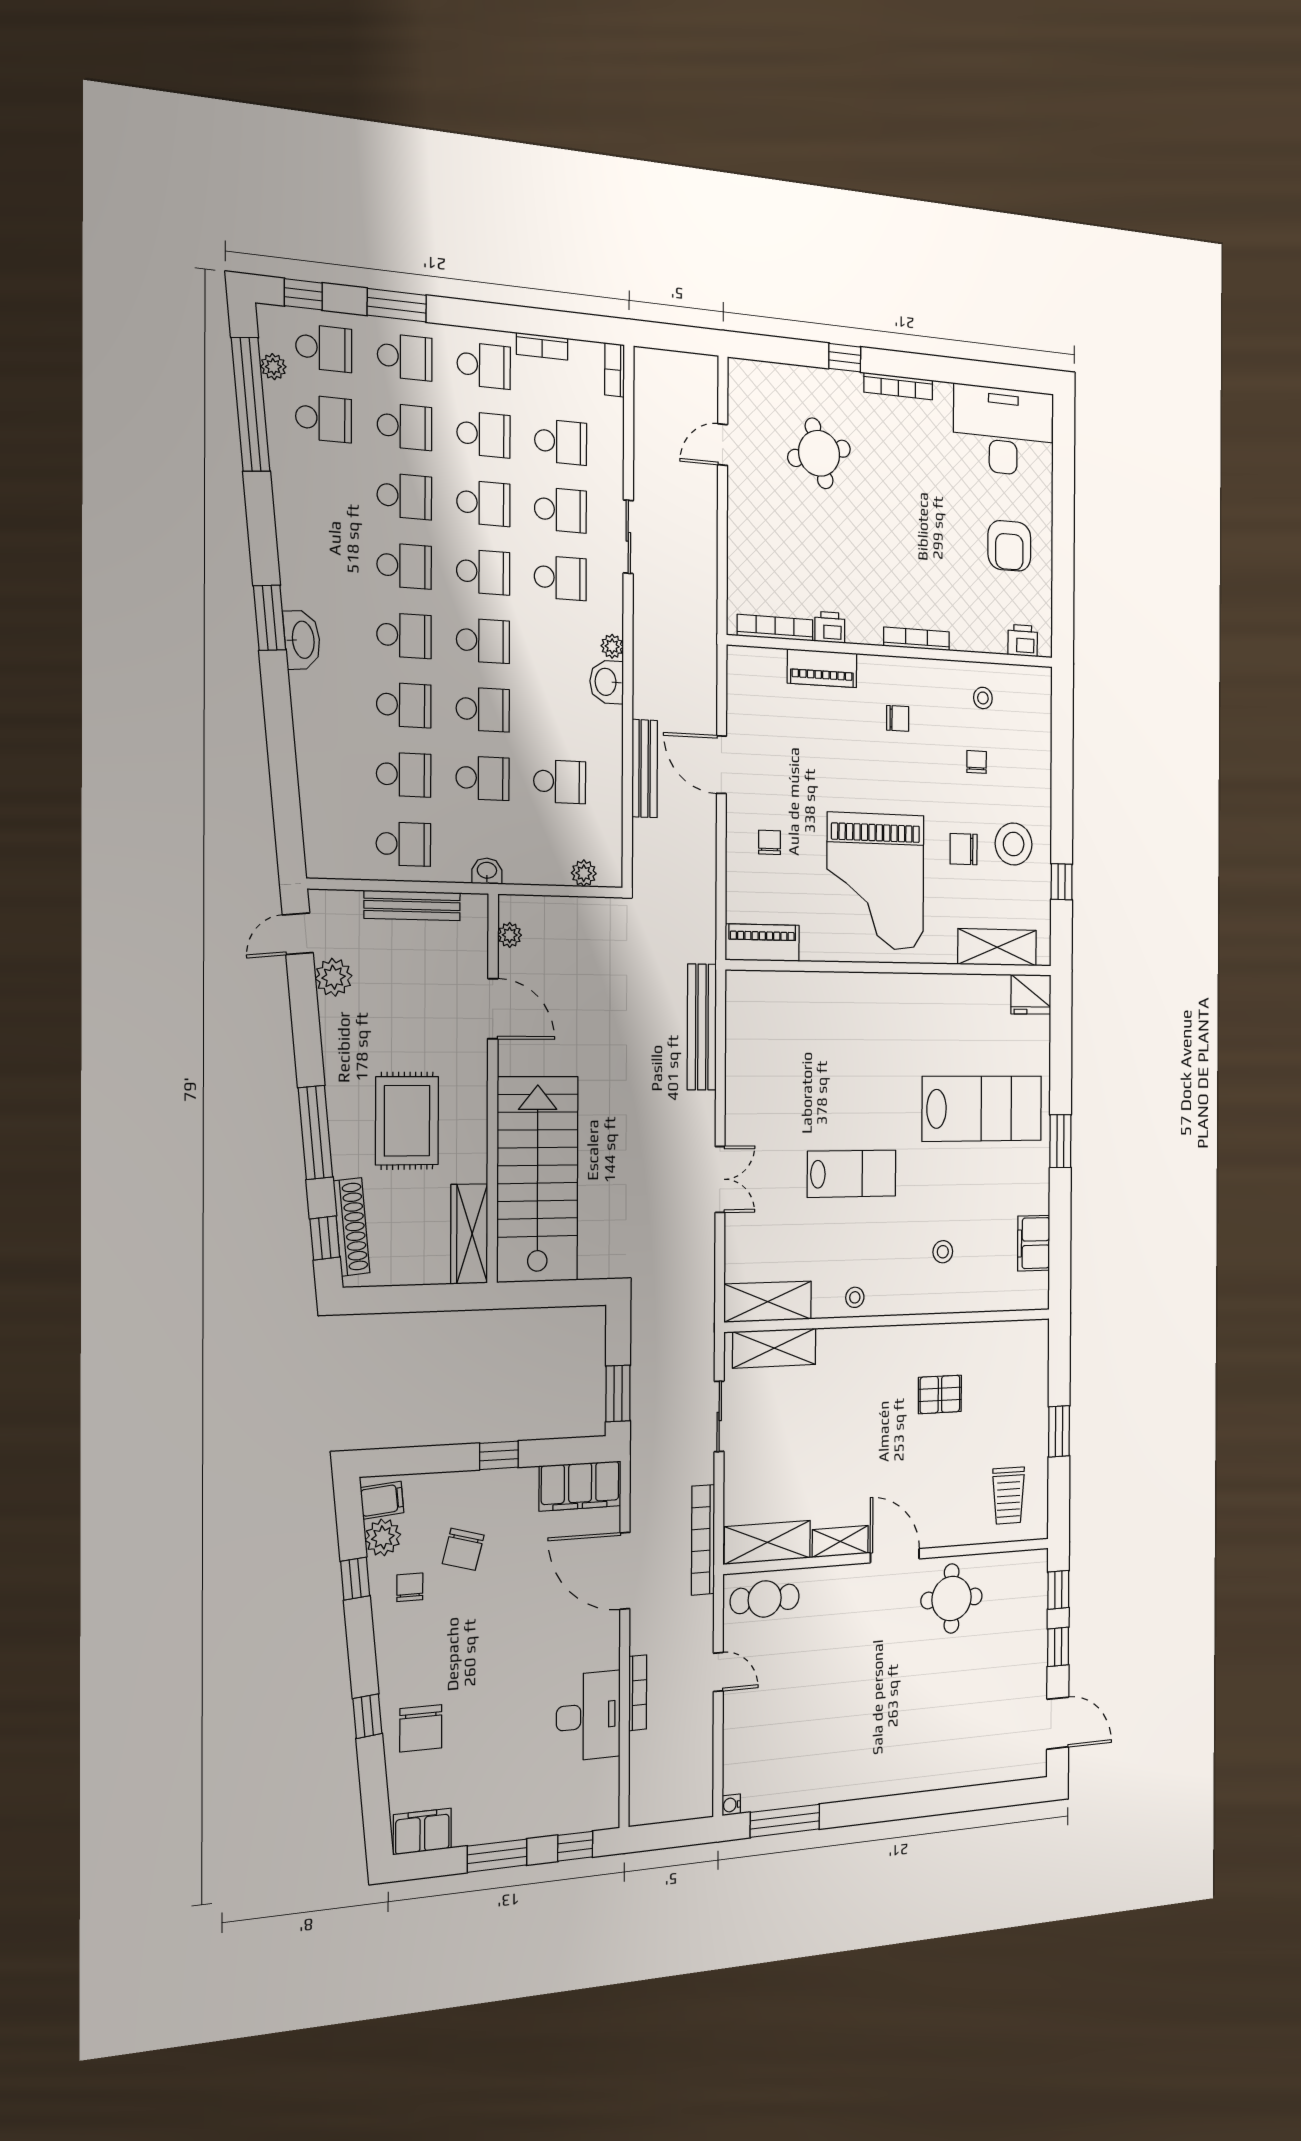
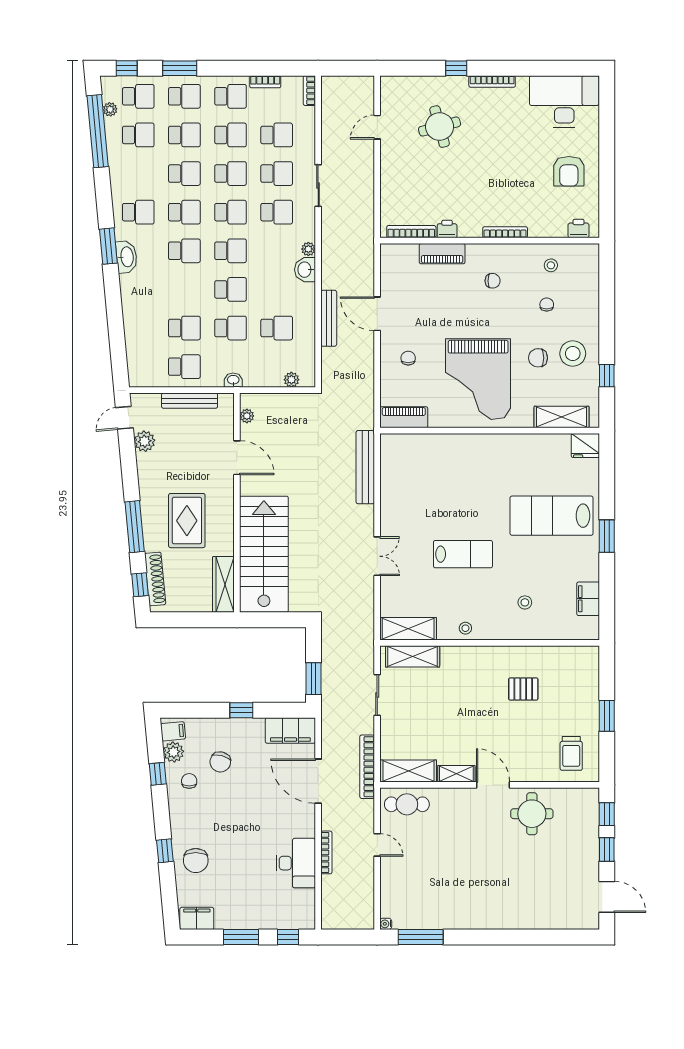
school desk: (404, 705) -> (138, 212), moved
lab bench: (982, 1109) -> (552, 516), turned 180

